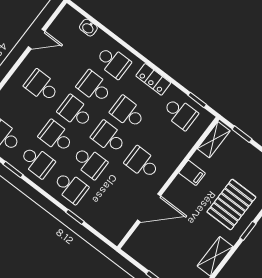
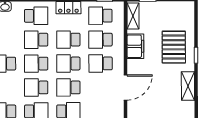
school desk: (180, 113) -> (100, 16), turned 180
school desk: (161, 138) -> (100, 40), added
school desk: (90, 162) -> (68, 87), turned 180
filing cabinet: (192, 173) -> (135, 46), width x2.00

